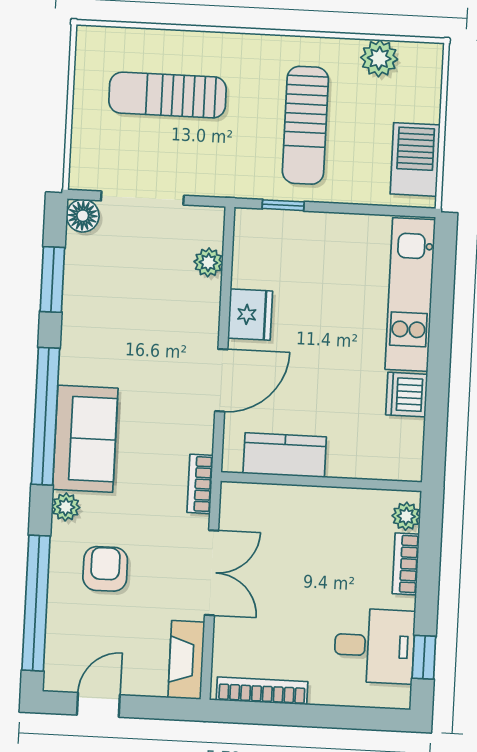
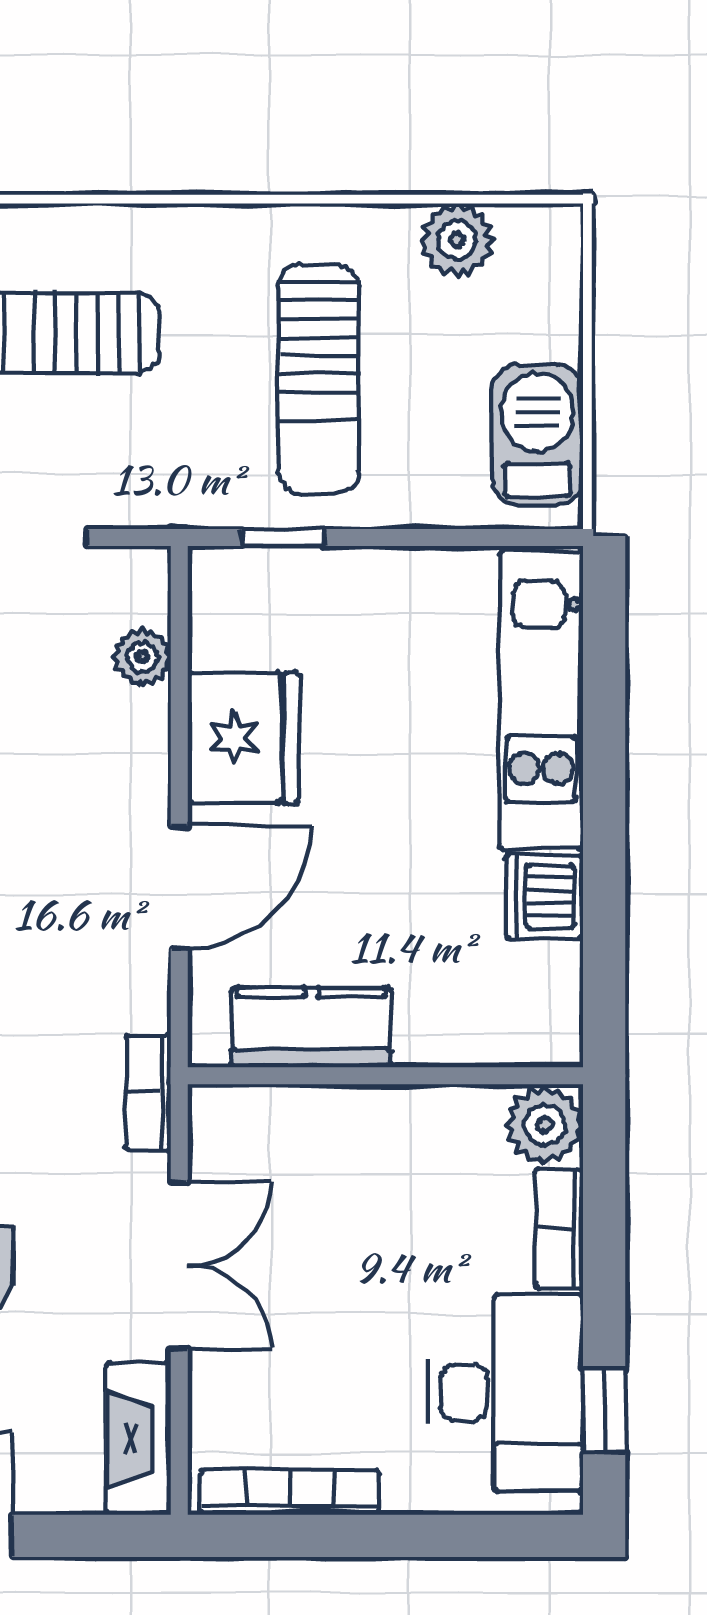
fridge: (250, 315) -> (243, 738), width x1.36, depth x1.34
plant: (406, 516) -> (545, 1125), width x1.38, depth x1.38
desk: (374, 646) -> (506, 1393), width x1.37

